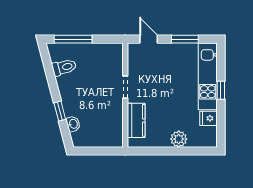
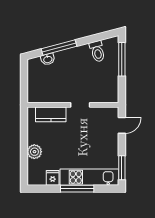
window: (185, 39) -> (122, 168), moved
window: (221, 90) -> (77, 189), width x2.17
window: (60, 111) -> (59, 48), width x2.17

